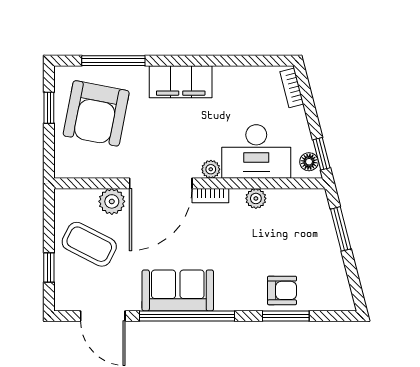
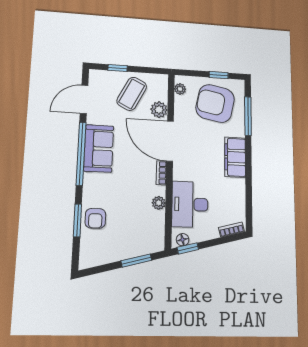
plant: (211, 169) -> (180, 89), moved

